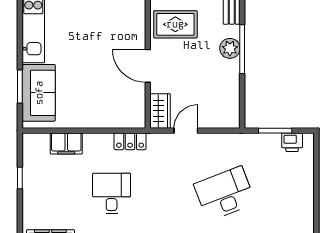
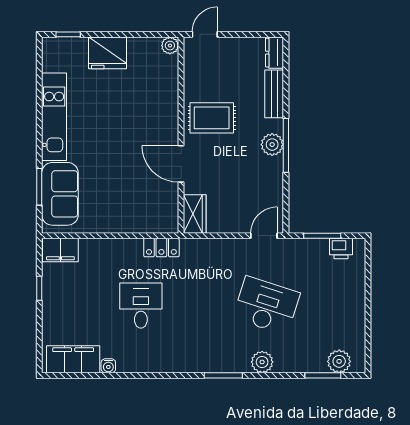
door: (186, 131) -> (264, 236), moved
filing cabinet: (66, 143) -> (60, 250), moved
desk: (225, 194) -> (266, 306), turned 39

